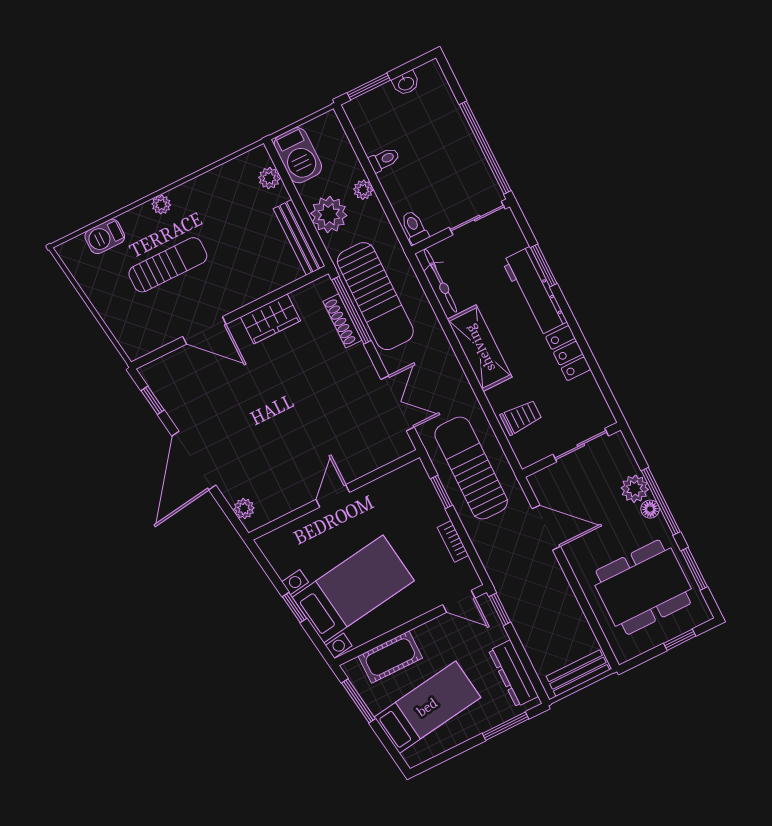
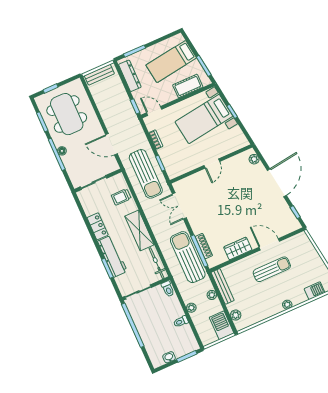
plant: (329, 215) -> (212, 295), width x0.53, depth x0.53
sun lounger: (168, 265) -> (272, 269), moved, turned 180
plant: (635, 489) -> (69, 161), removed
dining table: (643, 587) -> (67, 114), turned 90

